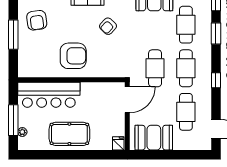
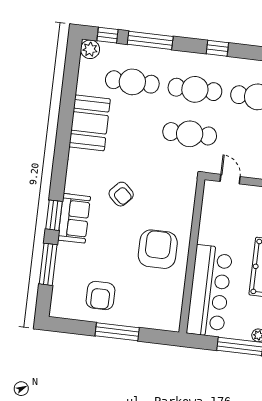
armchair: (37, 20) -> (100, 295), turned 98
window: (216, 34) -> (150, 40), width x1.44
door: (127, 100) -> (230, 179), width x0.53

